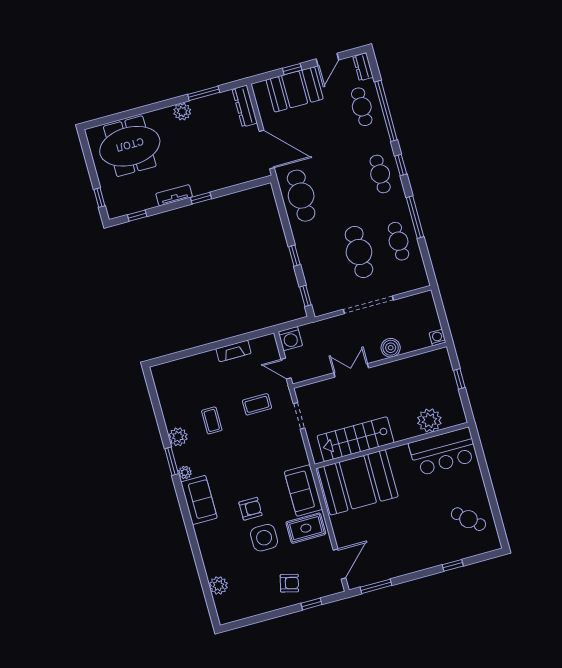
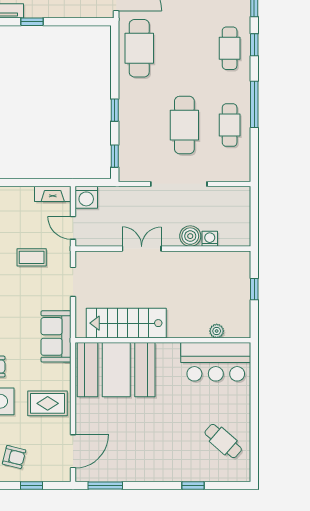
washing machine: (437, 338) -> (210, 239), moved
fireplace: (233, 351) -> (53, 194), moved
plant: (429, 420) -> (217, 331), width x0.53, depth x0.53
sofa: (303, 490) -> (56, 336), moved

